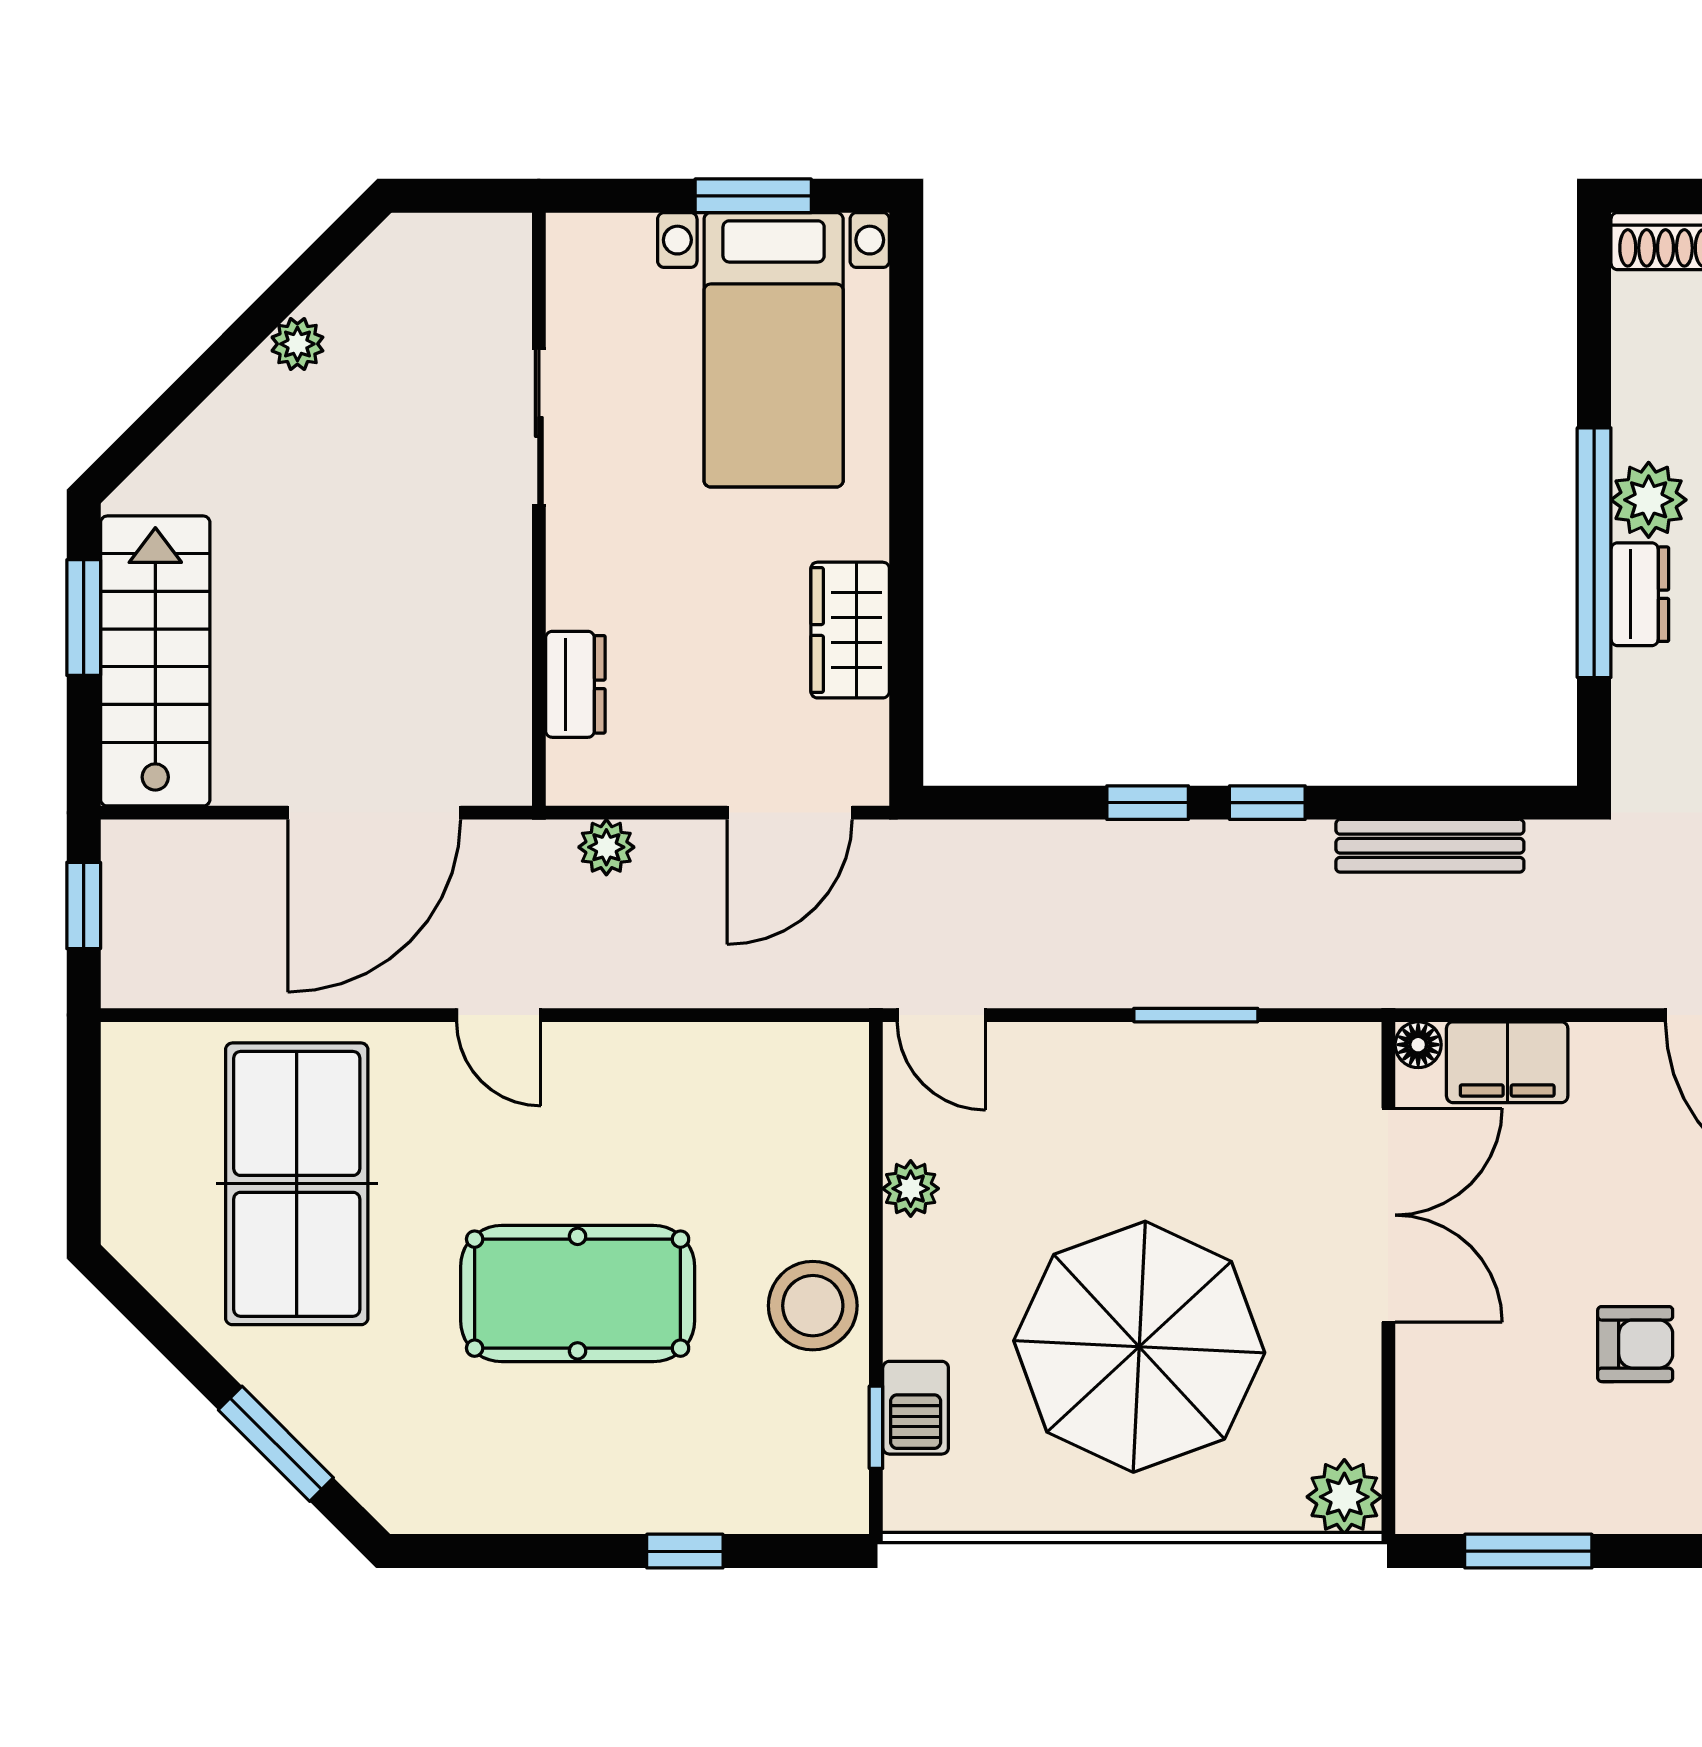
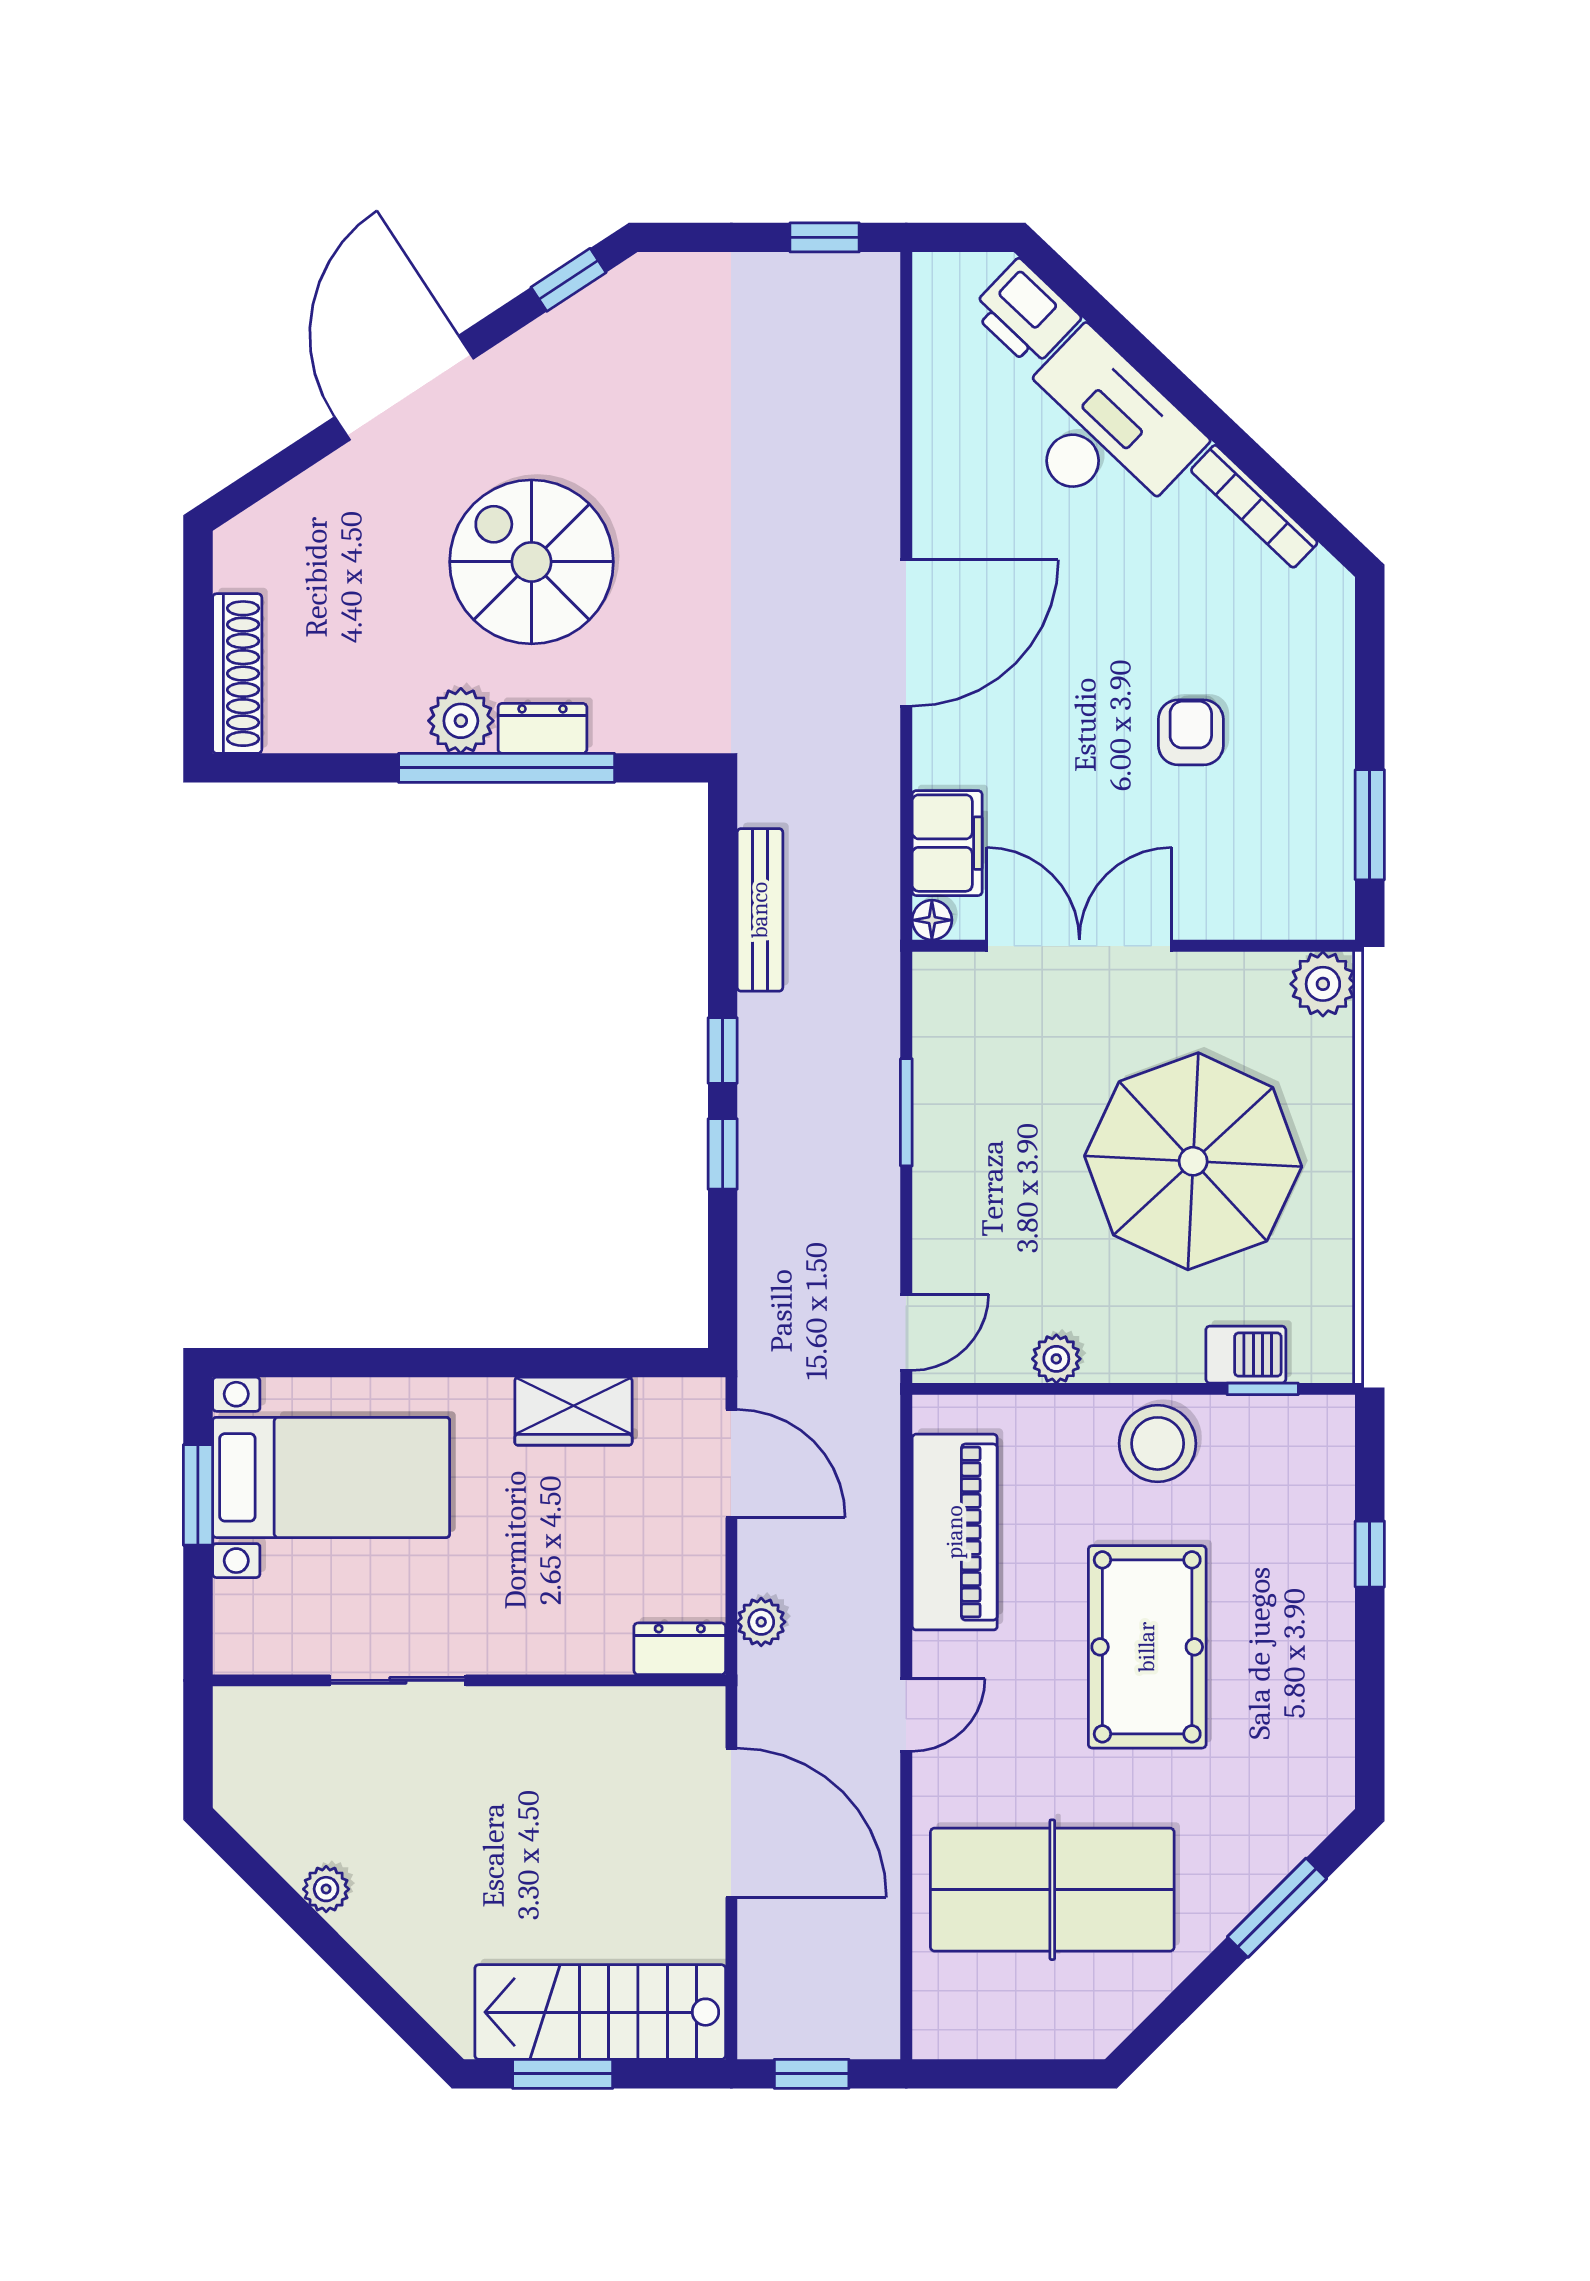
dresser: (575, 684) -> (680, 1649), moved
piano: (710, 1071) -> (955, 1532), added

